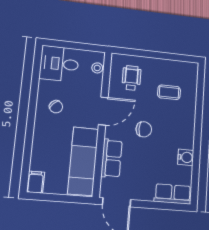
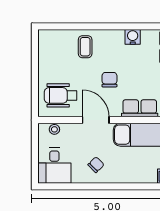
wheelchair: (131, 78) -> (61, 95), width x1.36, depth x1.37
coffee table: (169, 92) -> (85, 47), moved

